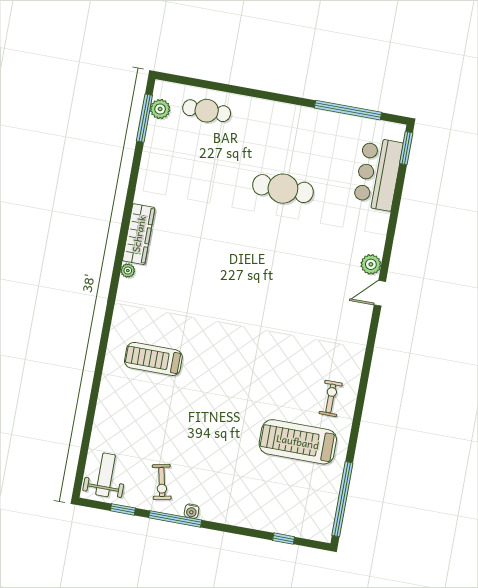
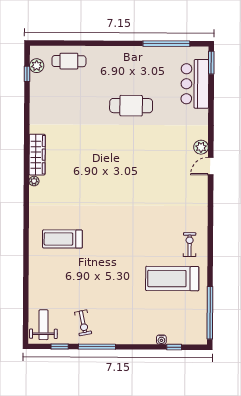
window: (144, 118) -> (27, 74), width x0.46
water cooler: (192, 511) -> (161, 340), moved

